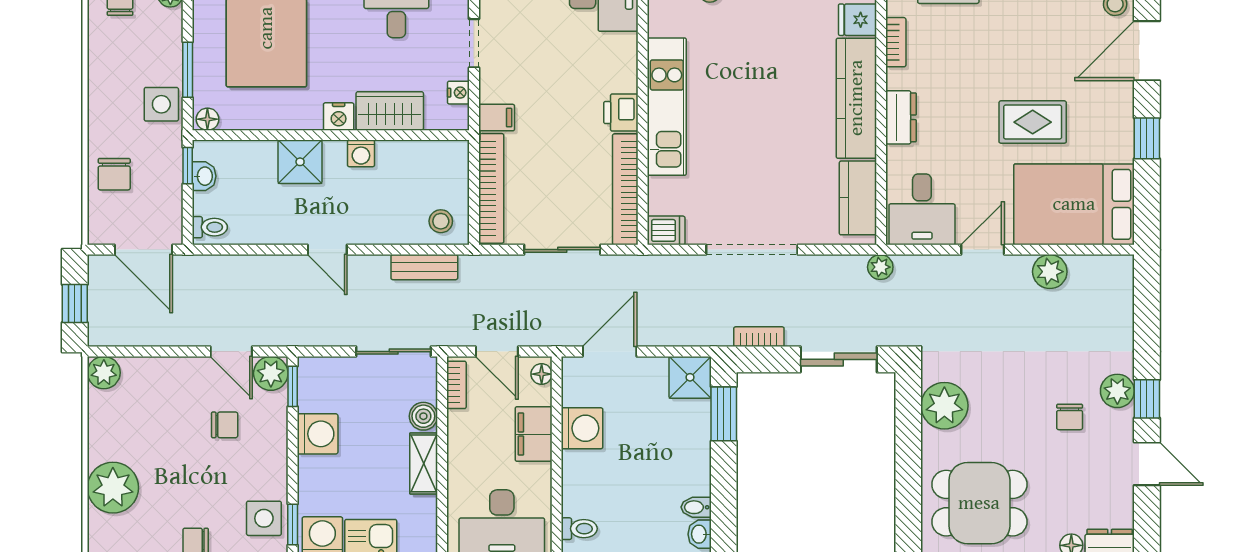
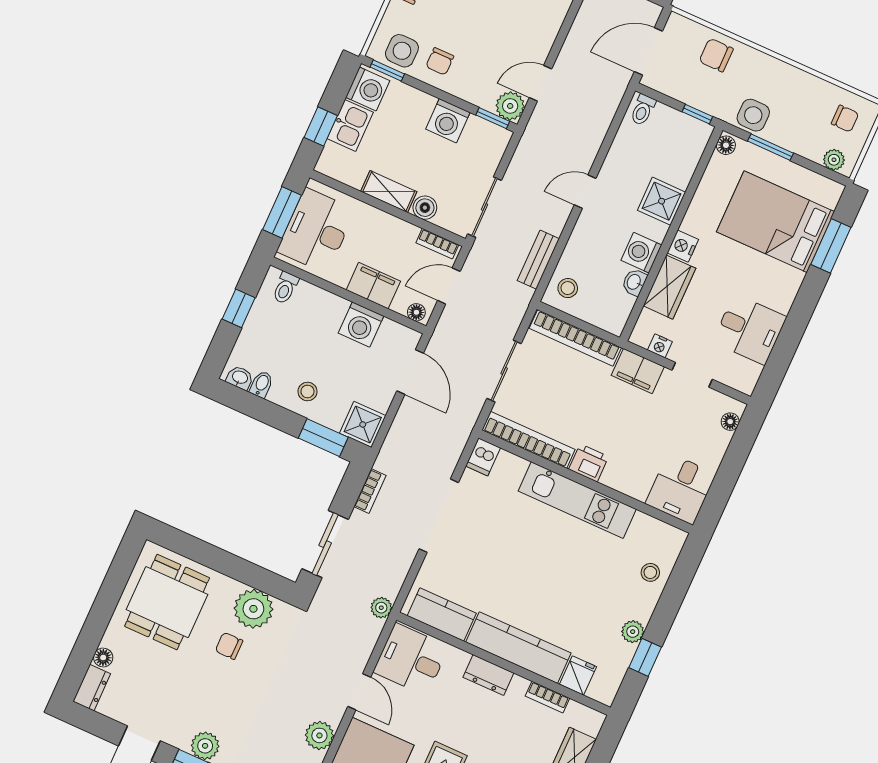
filing cabinet: (497, 118) -> (638, 371), width x2.00
washing machine: (361, 153) -> (641, 253), width x1.38, depth x1.38
washbasin: (204, 176) -> (634, 282), moved, turned 90
chair: (1070, 417) -> (229, 646), moved
chair: (225, 425) -> (440, 61), moved
stool: (681, 454) -> (307, 391), added

